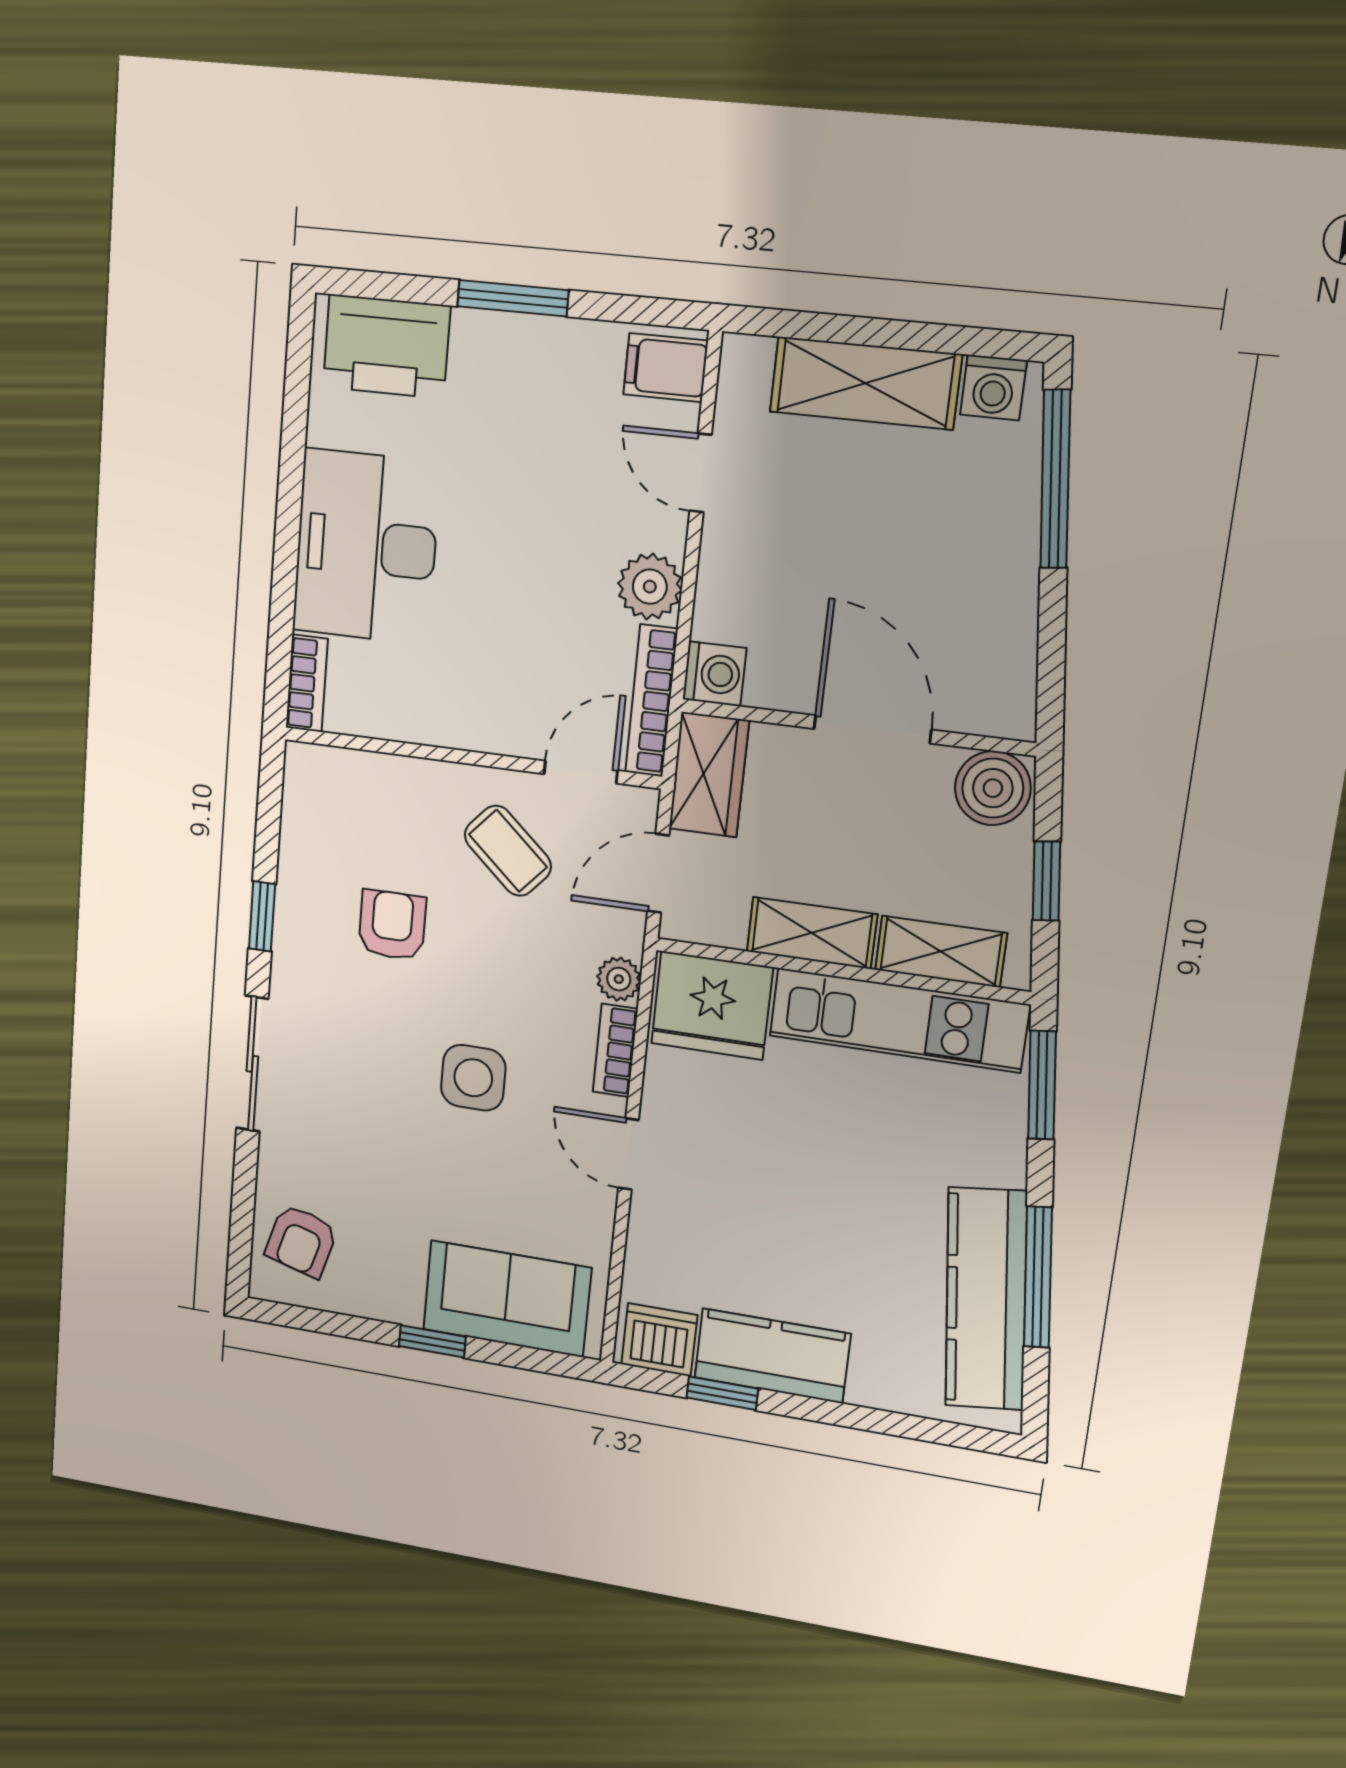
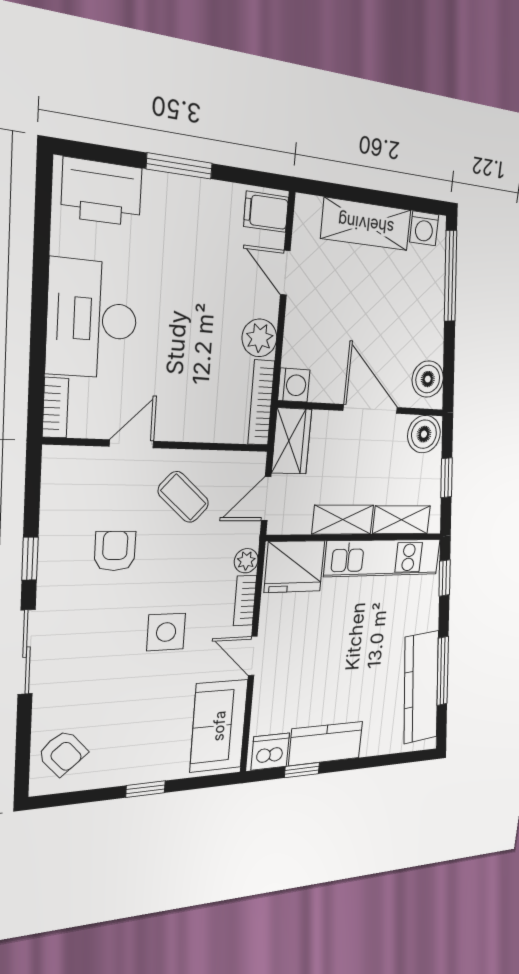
boiler: (1002, 680) -> (428, 379), added
door: (581, 772) -> (132, 444), moved
window: (1042, 1085) -> (445, 578), width x0.67
armchair: (301, 1241) -> (63, 753), turned -57
sofa: (507, 1299) -> (219, 726), moved, turned -90

